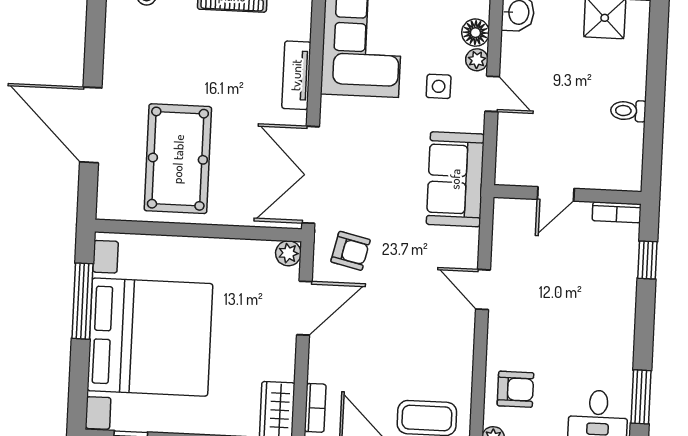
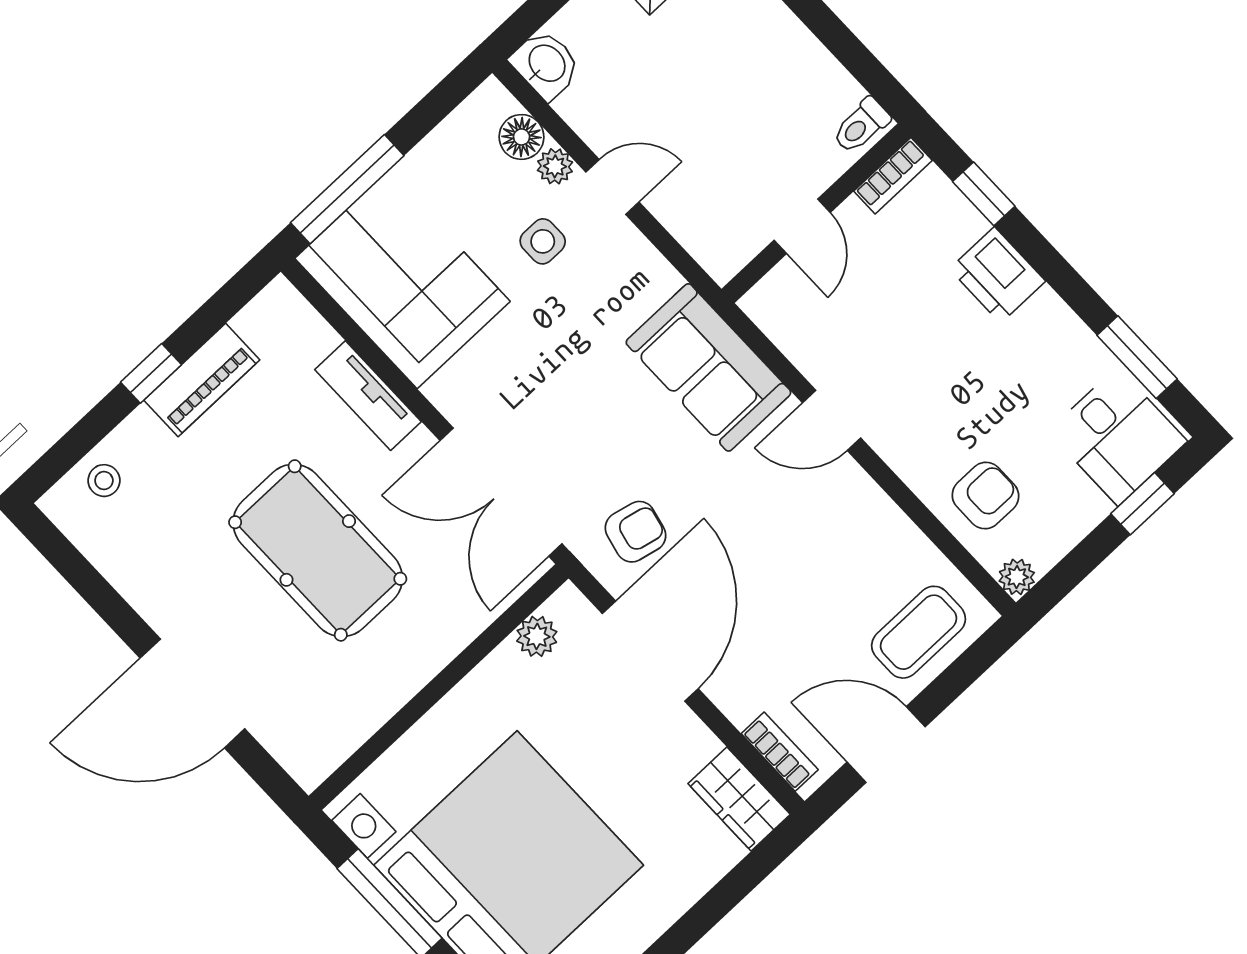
toilet: (628, 111) -> (861, 126), moved
pool table: (178, 159) -> (318, 550), moved
sofa: (455, 179) -> (708, 367), moved
plant: (288, 253) -> (537, 636), moved
printer: (618, 301) -> (997, 275), added
door: (304, 308) -> (650, 651), width x1.36

